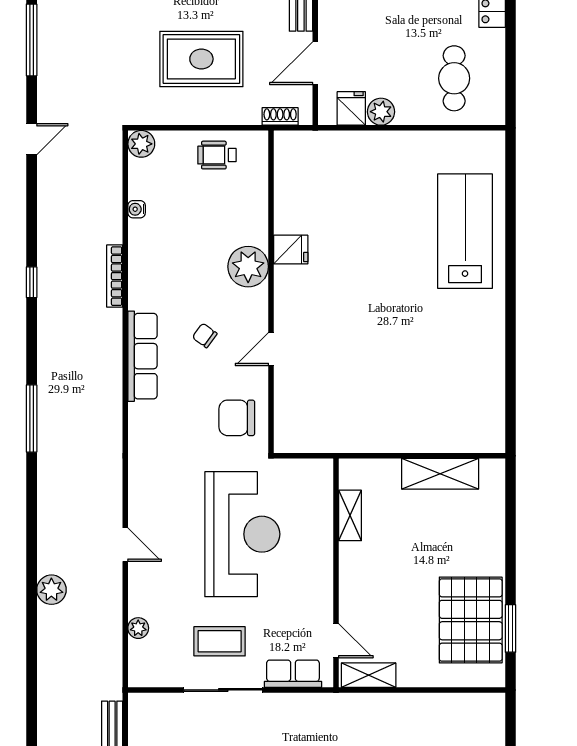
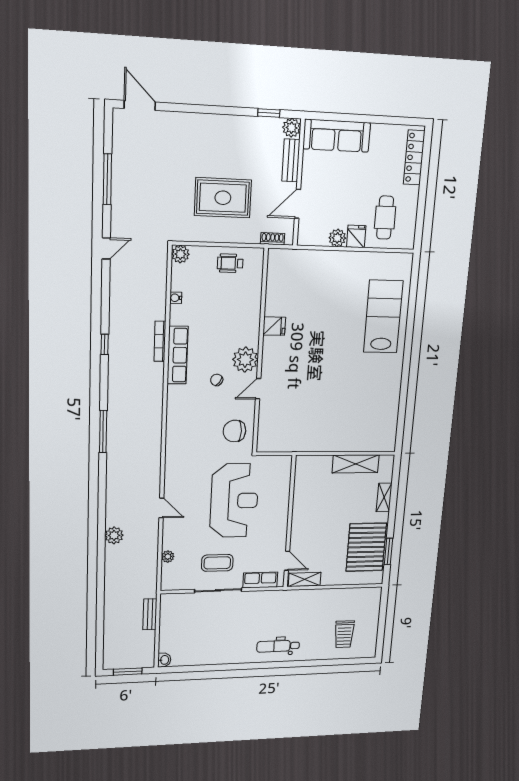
fridge: (351, 108) -> (356, 236), moved
plant: (248, 267) -> (245, 360), moved
row of seats: (142, 356) -> (178, 355), moved
shelving: (350, 515) -> (384, 497), moved

